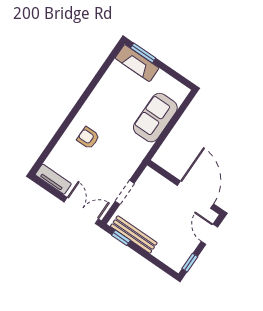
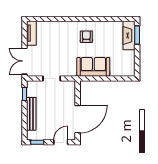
sofa: (155, 118) -> (93, 67), moved
armchair: (88, 138) -> (86, 37), moved
double door: (81, 210) -> (25, 61), swing flipped
bench: (134, 235) -> (31, 114), moved

